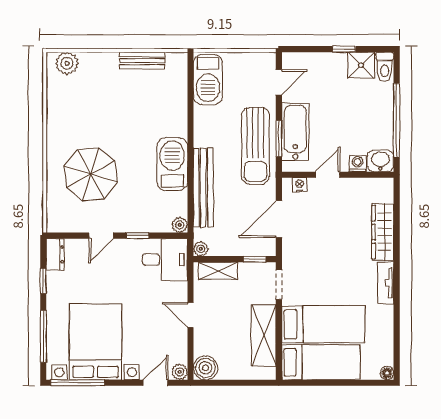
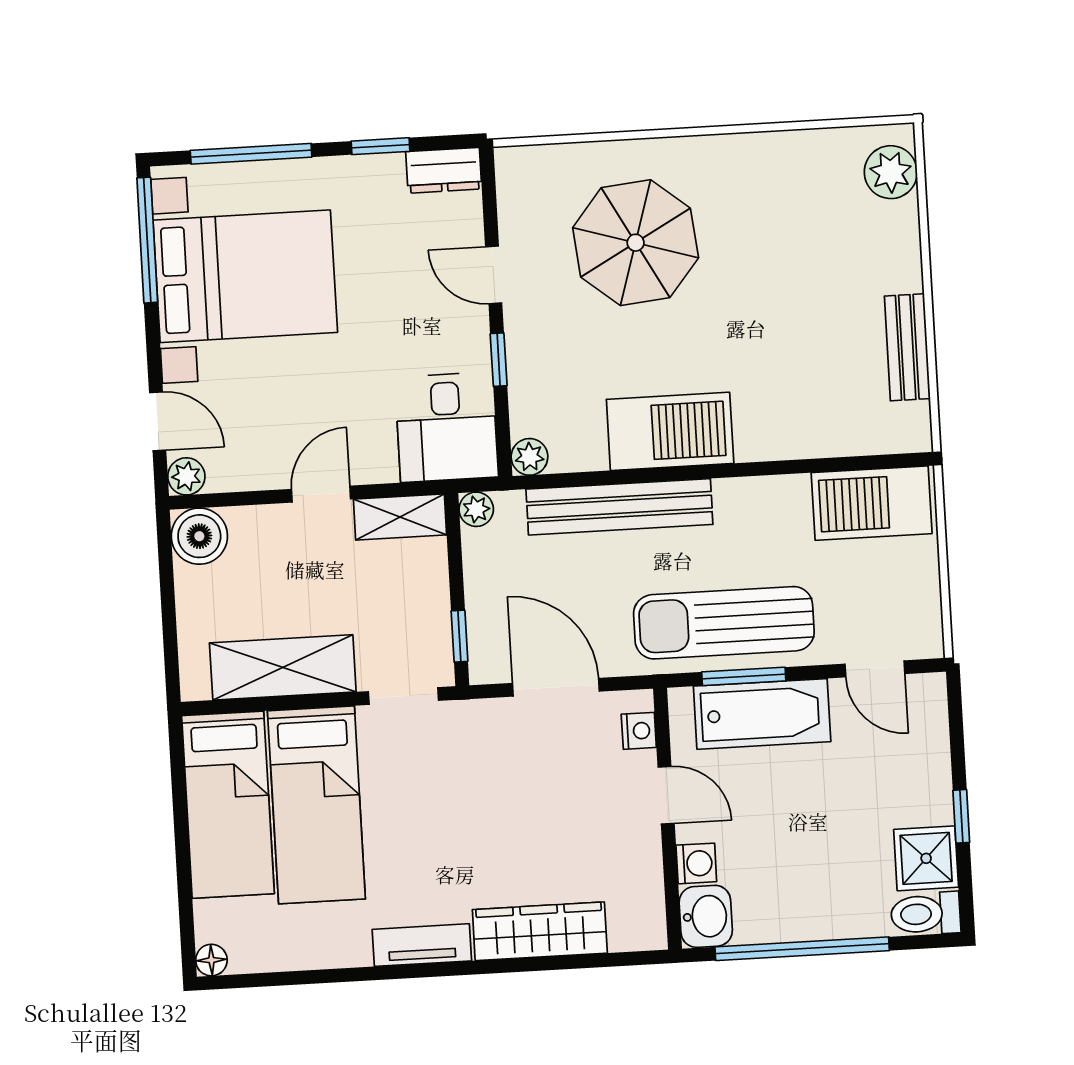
shelving: (218, 271) -> (400, 517), moved, turned 90

